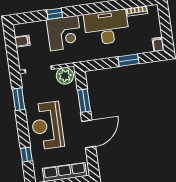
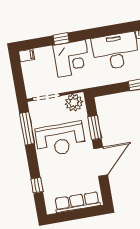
filing cabinet: (22, 41) -> (27, 55), moved
window: (19, 99) -> (27, 128), width x1.44
reception desk: (47, 126) -> (61, 139), moved, turned -90

